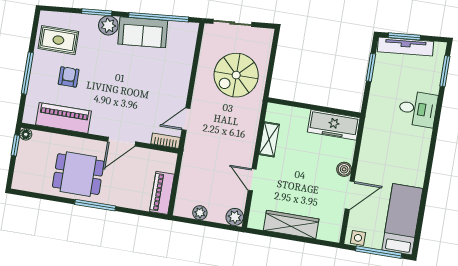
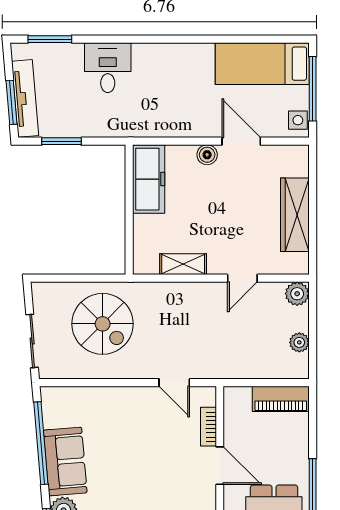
bookcase: (166, 141) -> (208, 427), moved

